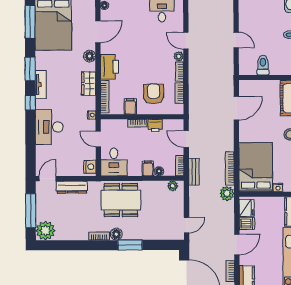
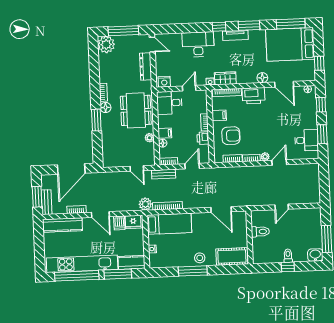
wardrobe: (89, 84) -> (225, 78), moved
bed: (256, 167) -> (169, 224), width x0.67
plant: (173, 186) -> (149, 138), moved
door: (187, 225) -> (137, 168), moved

